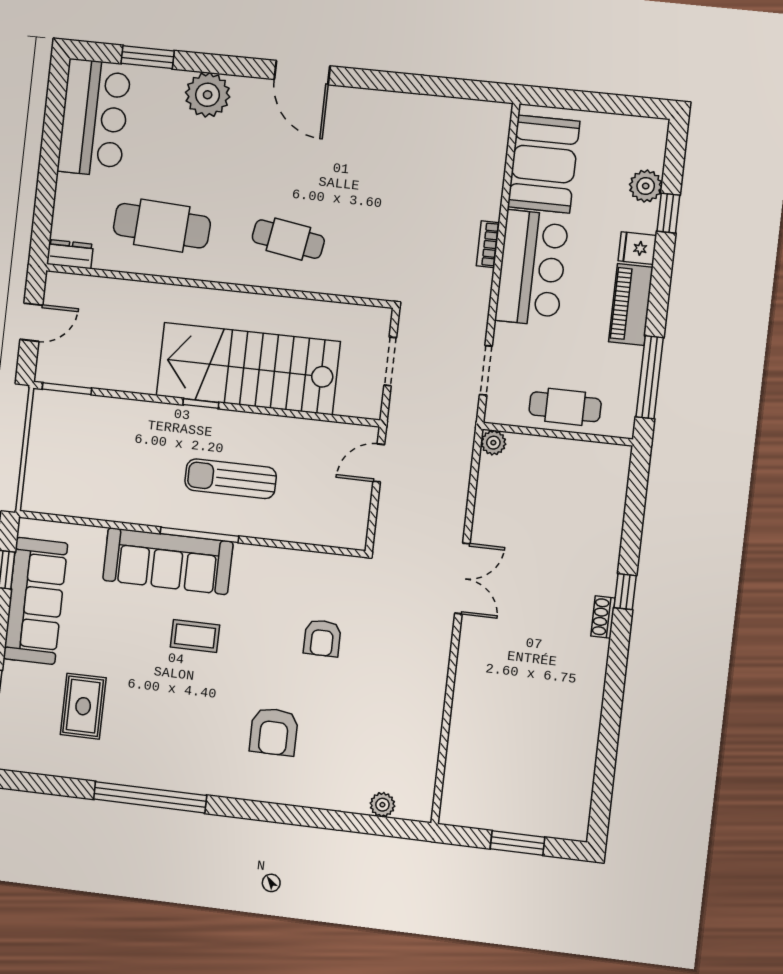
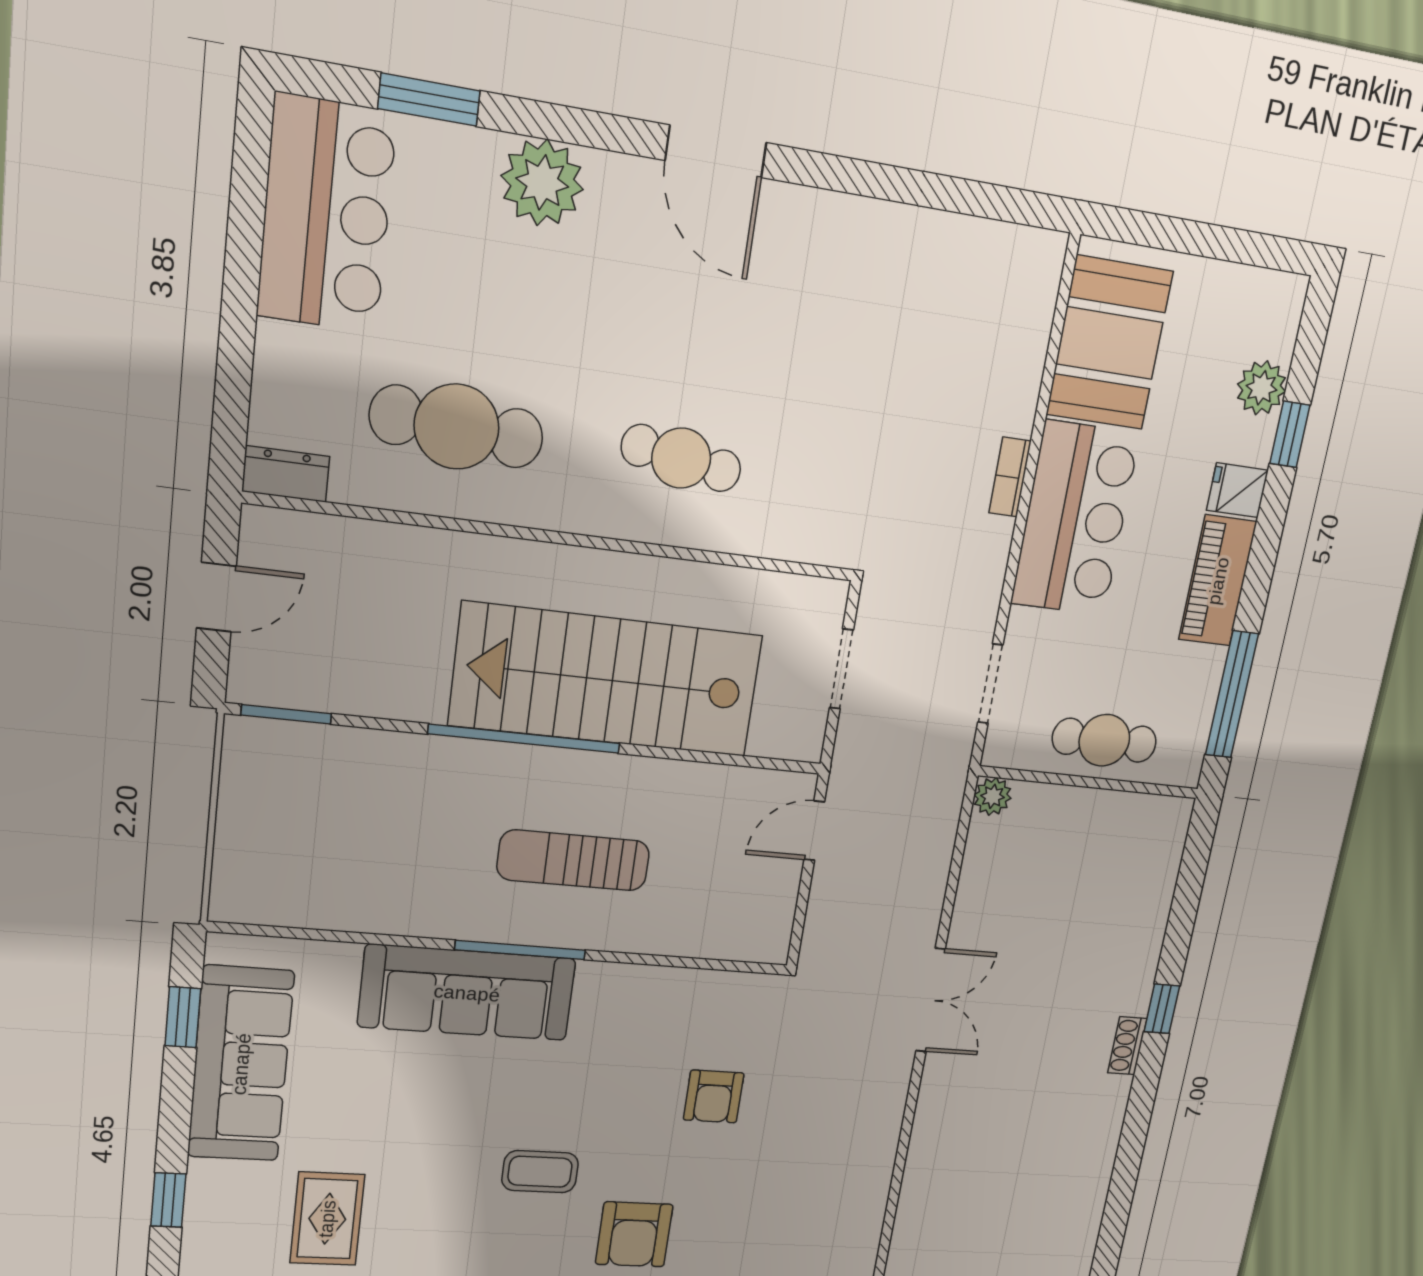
window: (201, 404) -> (525, 739), width x3.17
coffee table: (195, 636) -> (540, 1172), moved

